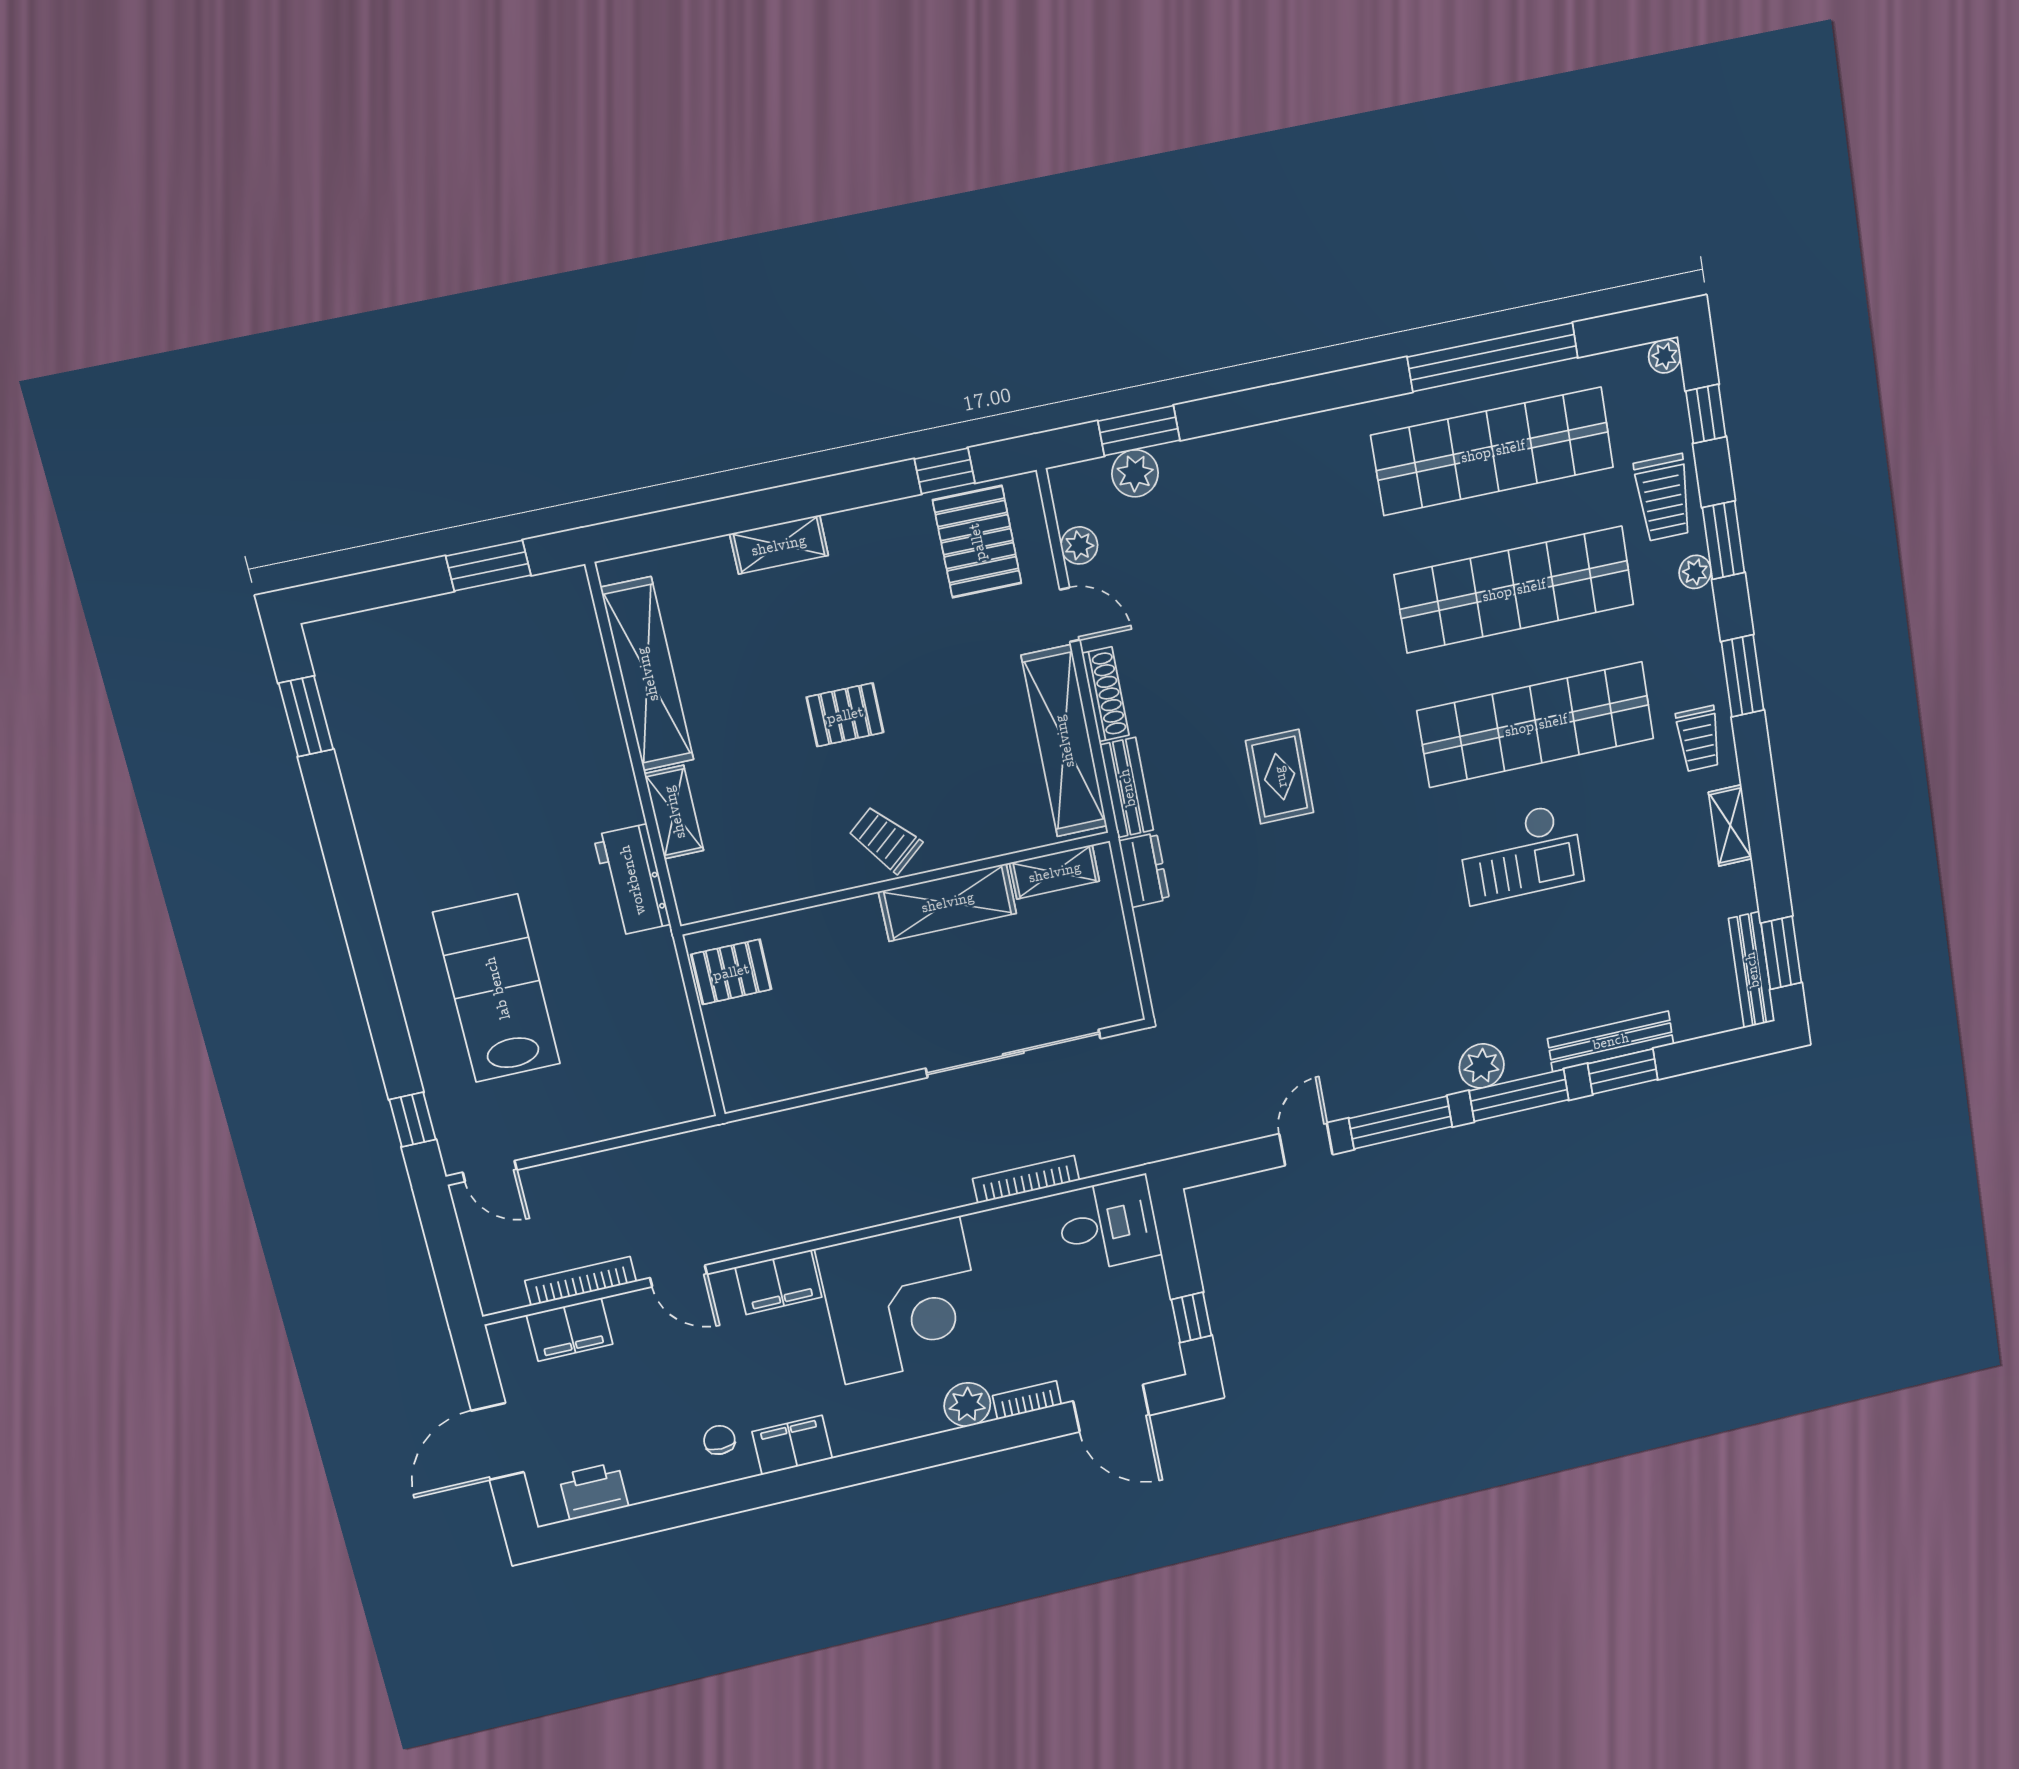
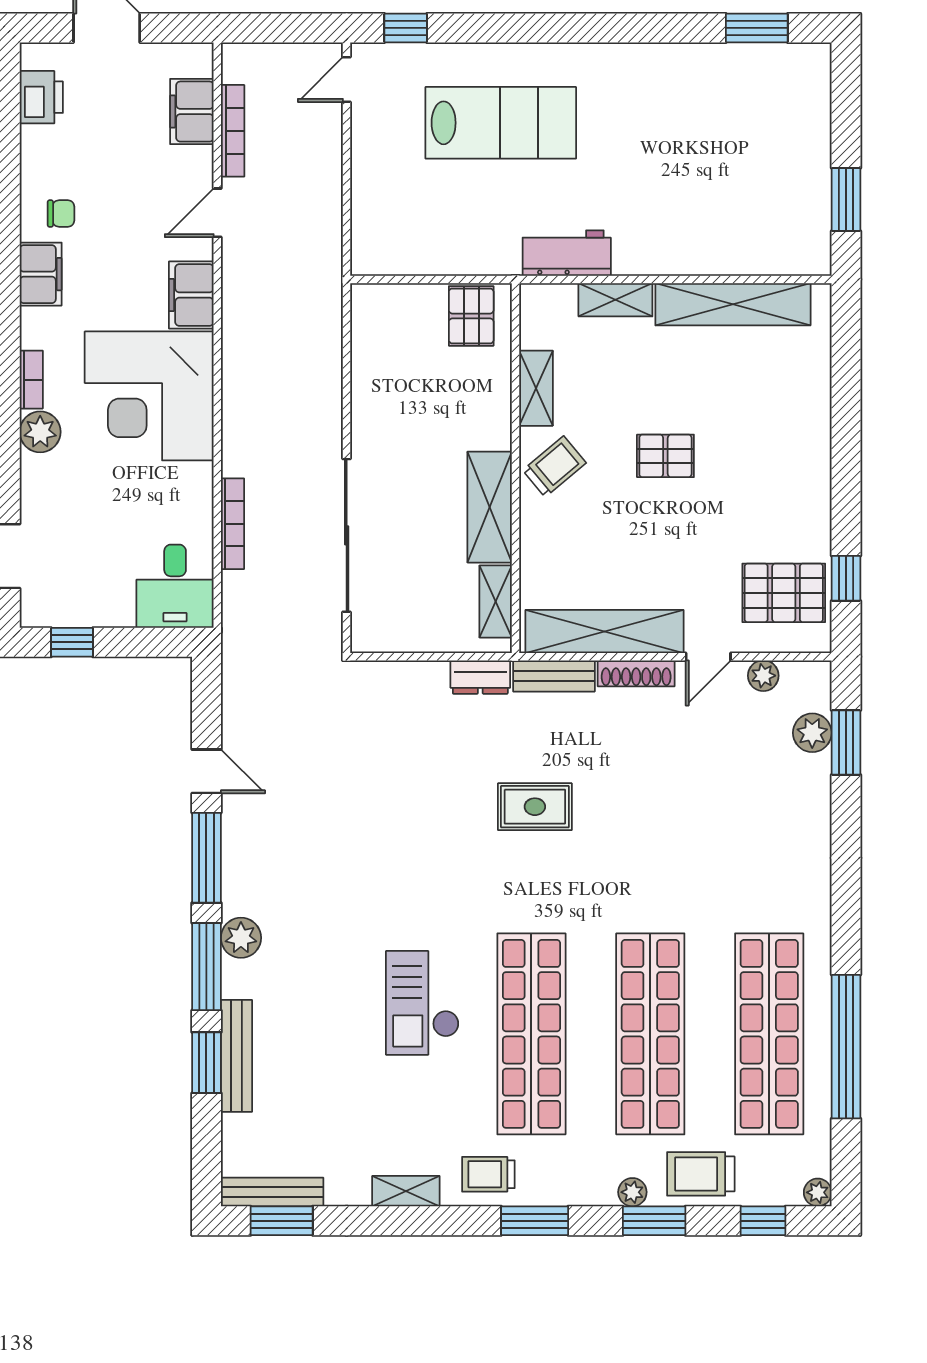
shelving: (779, 545) -> (536, 388), moved
pallet: (845, 715) -> (665, 456), turned 90
bookcase: (1027, 1400) -> (31, 380), moved

